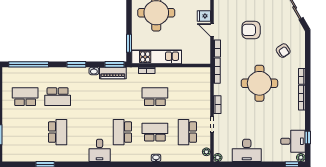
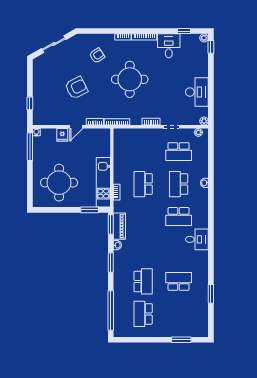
armchair: (251, 30) -> (76, 88), turned -117
desk: (293, 141) -> (169, 46), moved

